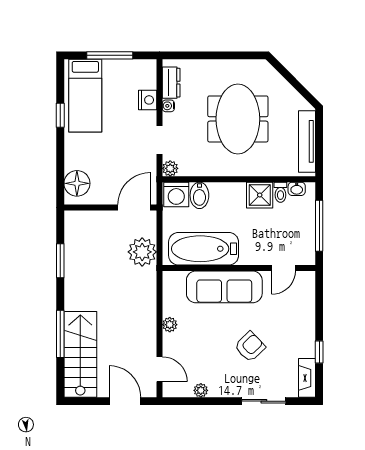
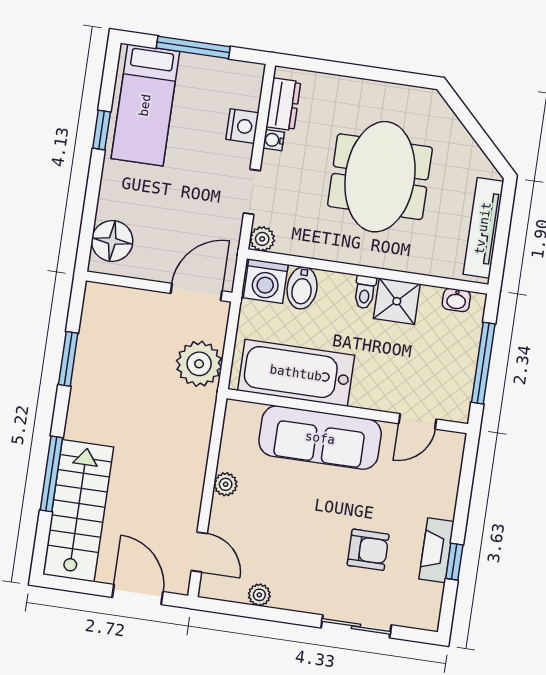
toilet: (280, 192) -> (365, 292), moved
armchair: (250, 347) -> (368, 550), moved, turned 44
fireplace: (307, 378) -> (436, 550), moved

